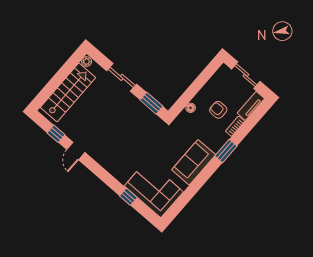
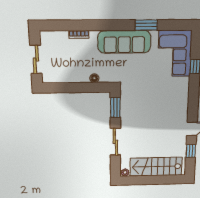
tv unit: (251, 106) -> (54, 36), removed
armchair: (218, 110) -> (78, 57), removed
window: (226, 151) -> (146, 25), moved
sofa: (194, 162) -> (124, 42), width x1.36

